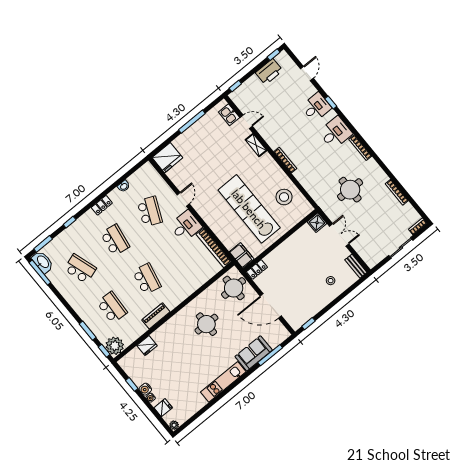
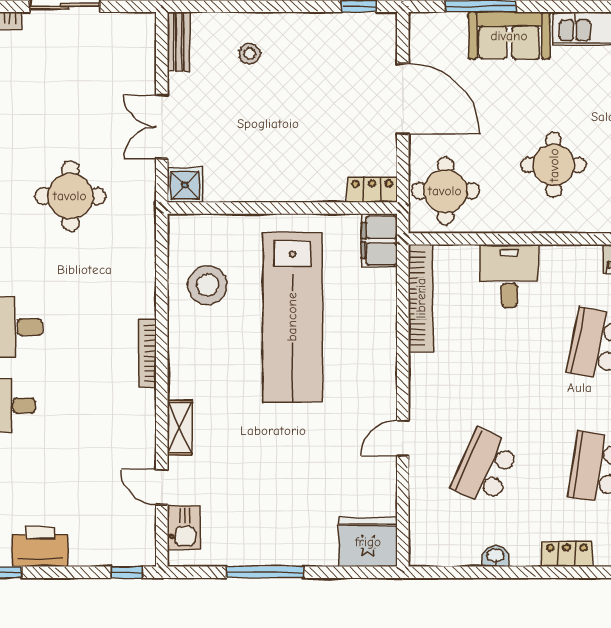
desk: (186, 226) -> (509, 276), moved, turned 90

